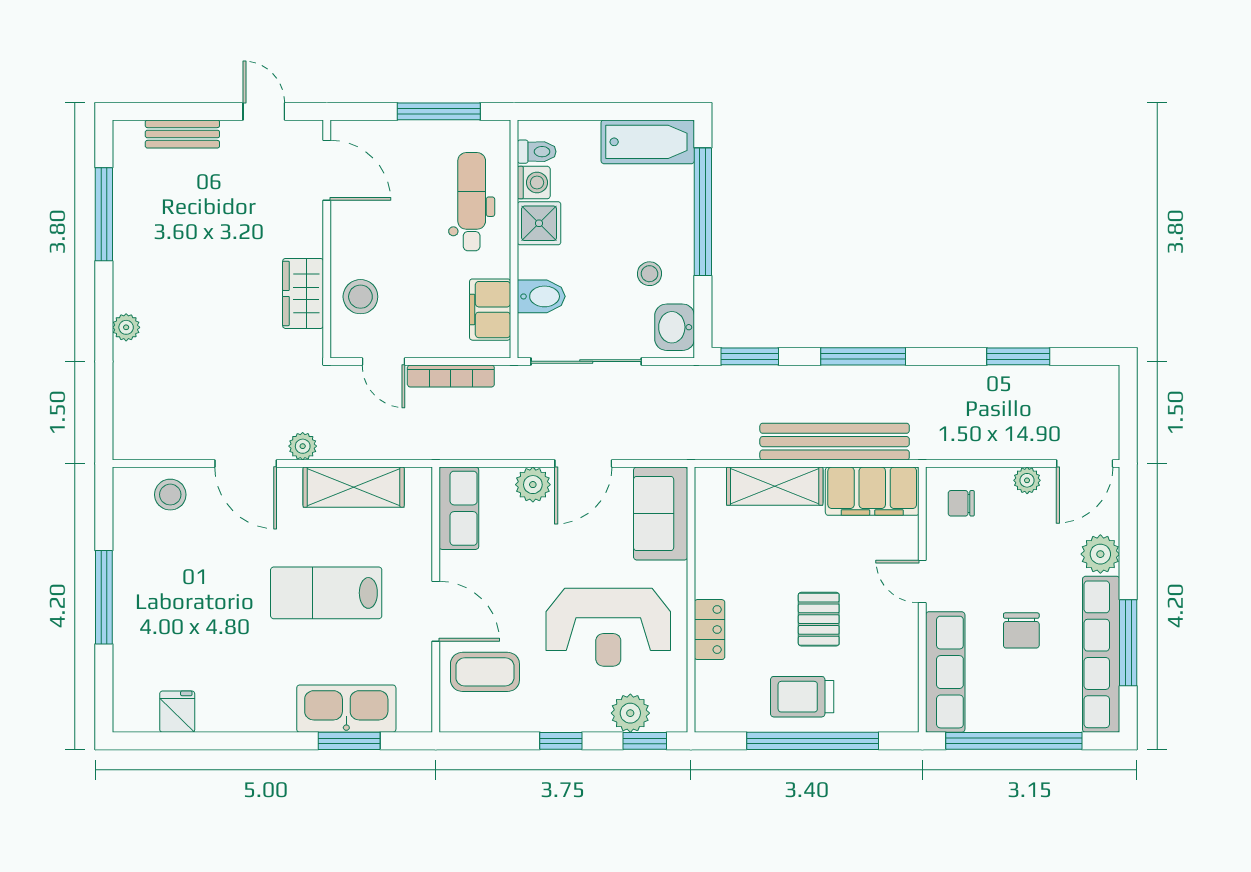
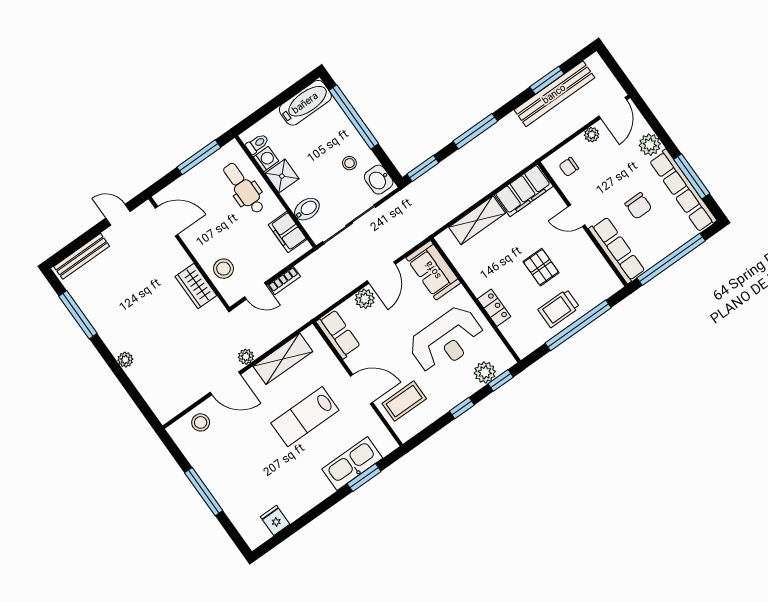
bench: (182, 134) -> (82, 256), width x1.36
bookcase: (451, 376) -> (284, 281), width x0.64
bench: (835, 442) -> (554, 94), moved

